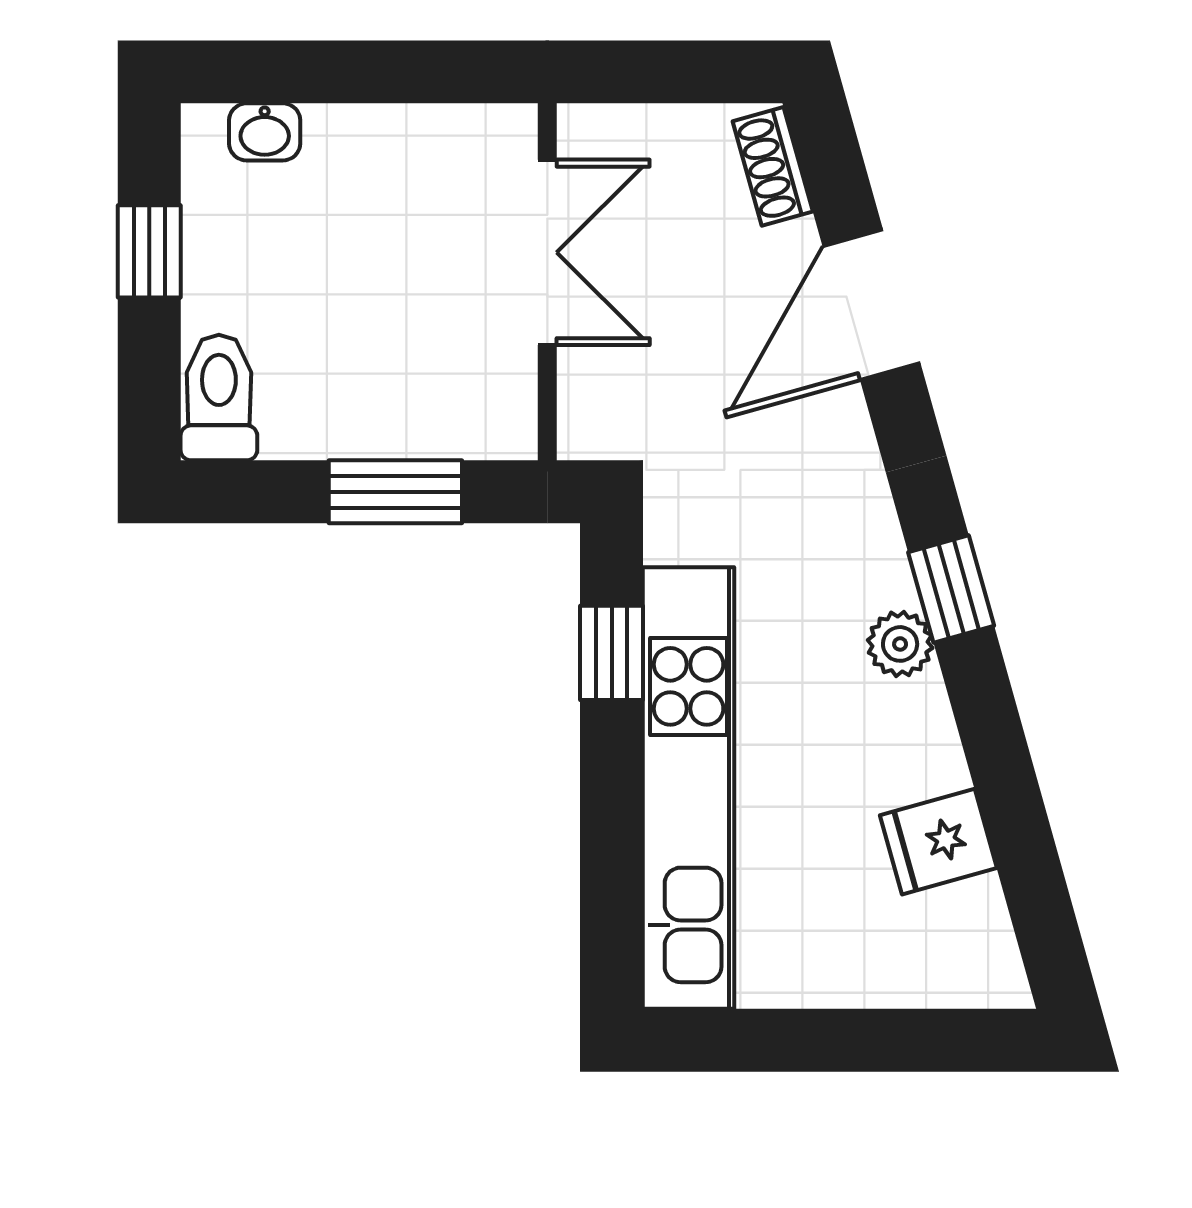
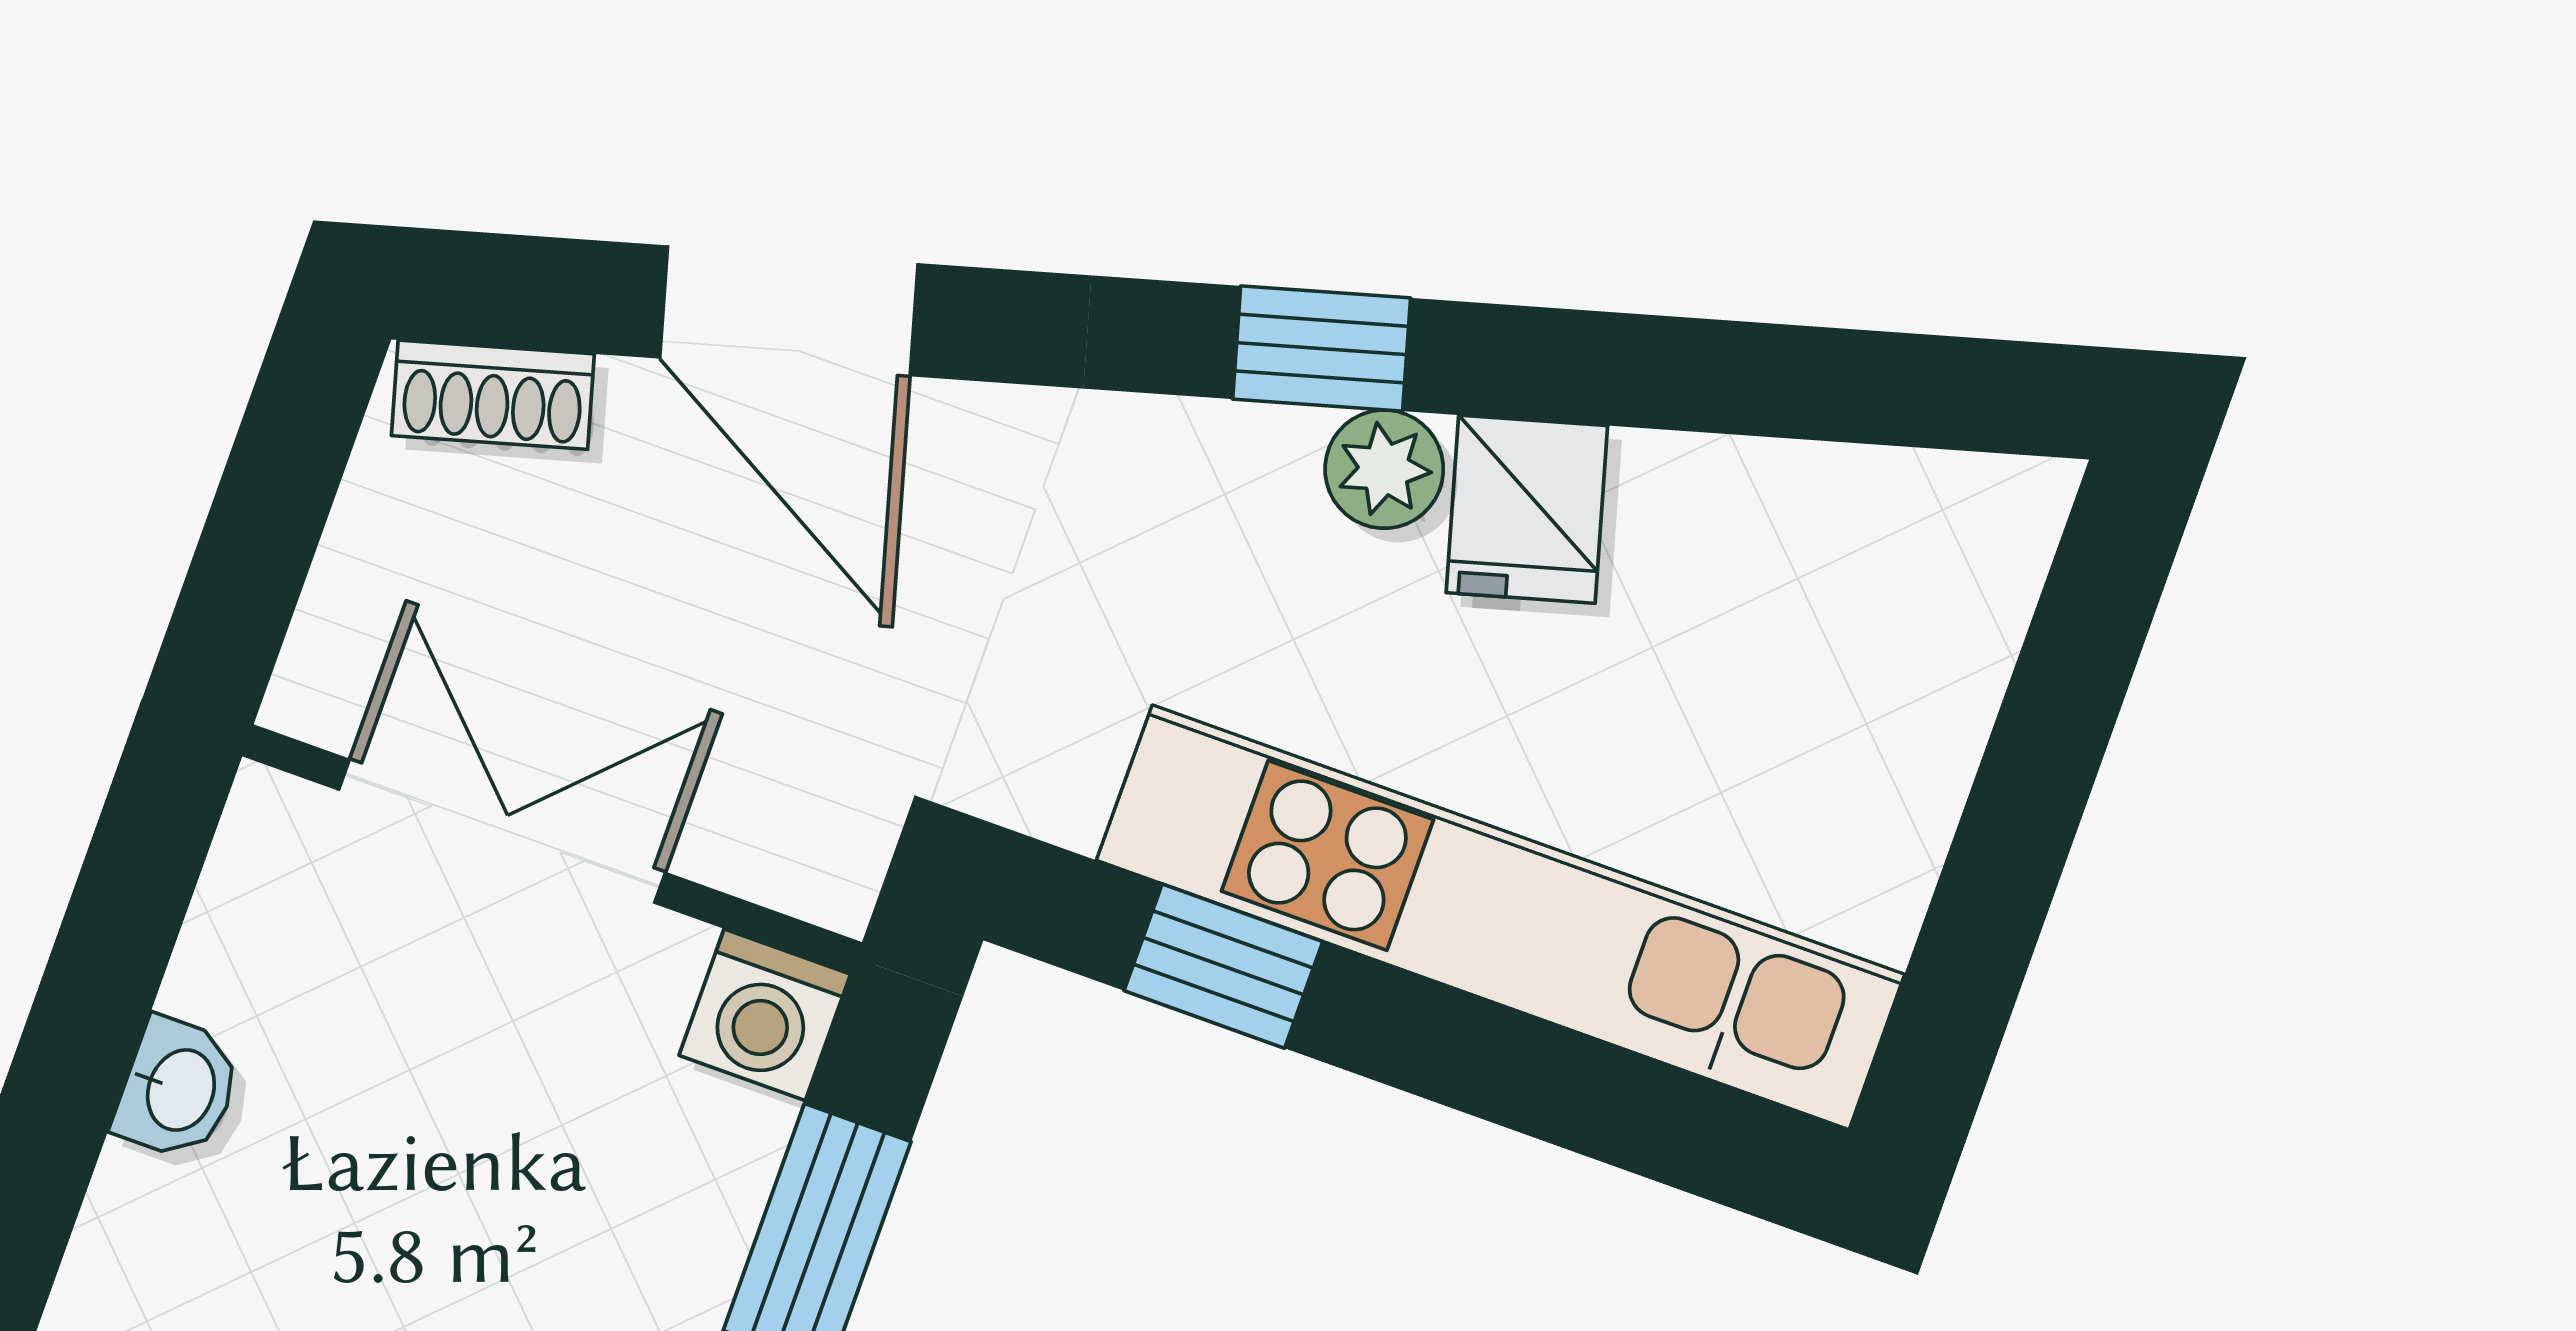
washbasin: (265, 132) -> (178, 1089), moved
washing machine: (501, 423) -> (765, 1015), added
fridge: (938, 842) -> (1527, 509), moved

